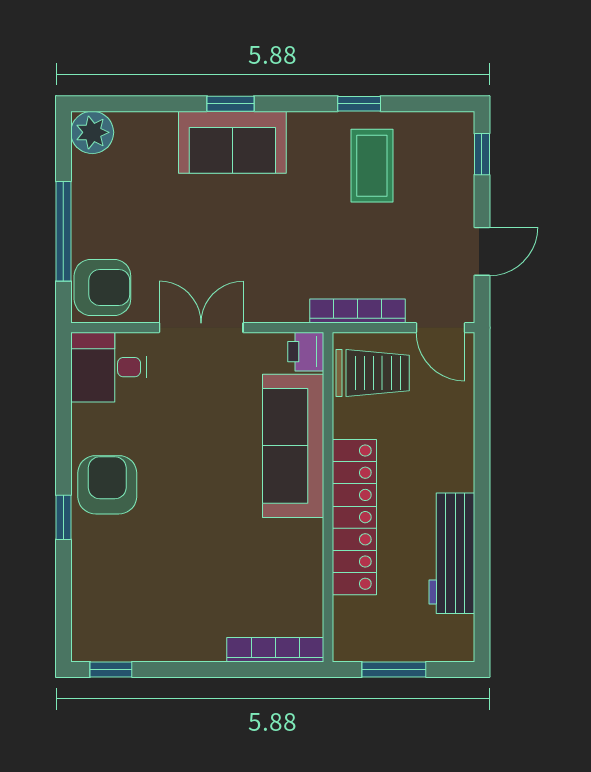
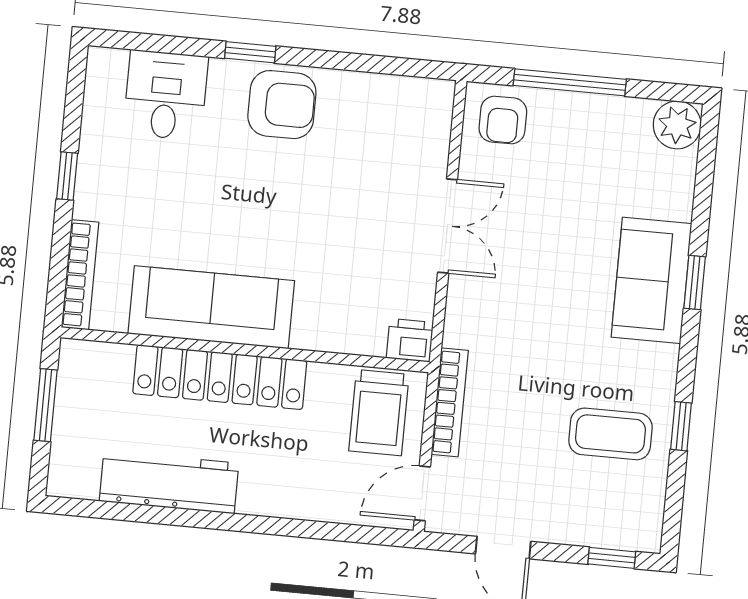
armchair: (102, 287) -> (503, 120), width x0.72, depth x0.72
desk: (109, 367) -> (166, 95), moved
sofa: (293, 446) -> (211, 307), moved
window: (111, 669) -> (67, 176), moved

